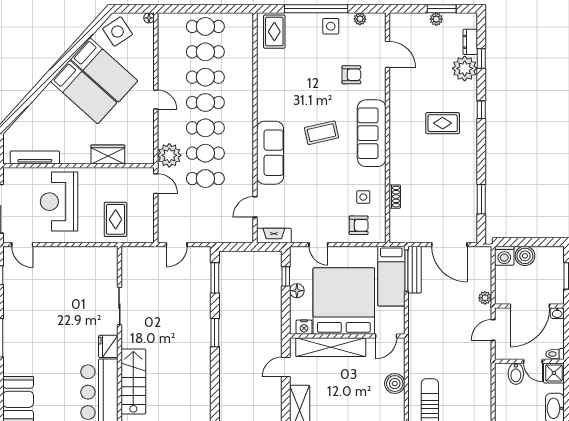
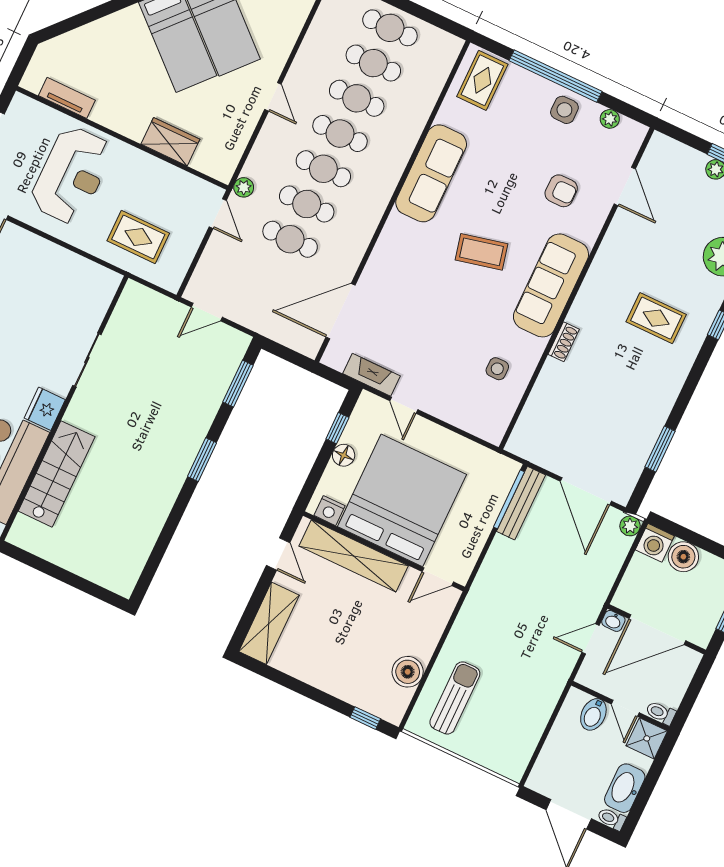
sofa: (270, 153) -> (431, 173), moved
plant: (169, 155) -> (244, 187), width x0.53, depth x0.53
tv unit: (35, 157) -> (67, 98), width x0.71
shoe rack: (395, 197) -> (564, 342), moved
reception desk: (59, 202) -> (72, 175), turned 180
door: (255, 207) -> (341, 311), width x1.88
rug: (116, 219) -> (138, 237), turned 90
armchair: (359, 225) -> (472, 405), removed
fireplace: (274, 236) -> (372, 375), moved
bed: (391, 276) -> (484, 497), removed
plant: (485, 298) -> (630, 526), moved
washbasin: (557, 313) -> (613, 621), moved
door: (286, 367) -> (278, 554), swing flipped
boiler: (395, 384) -> (408, 672), moved

